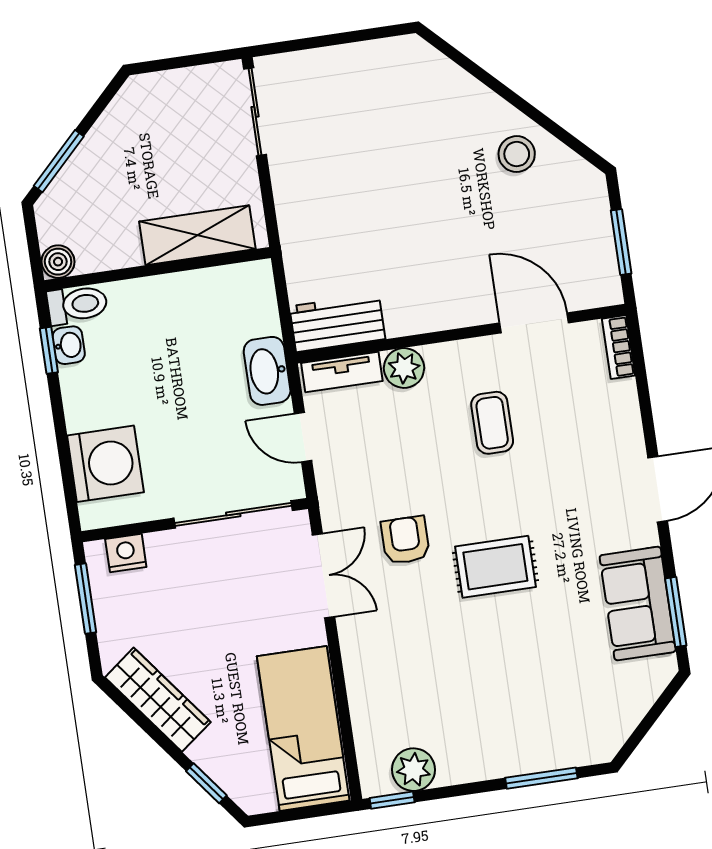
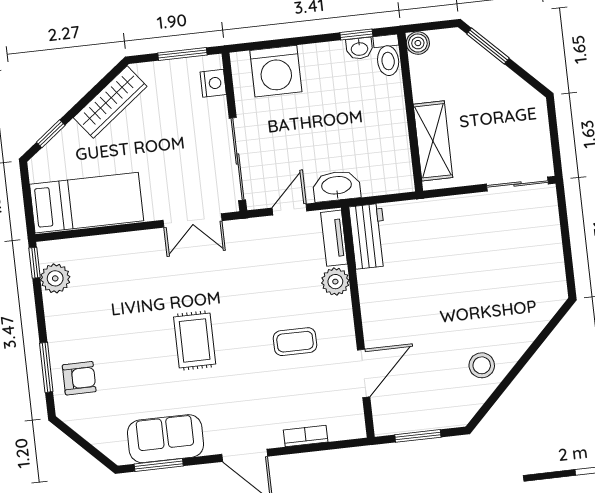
bookcase: (619, 347) -> (306, 436), moved
armchair: (405, 540) -> (79, 378), moved

